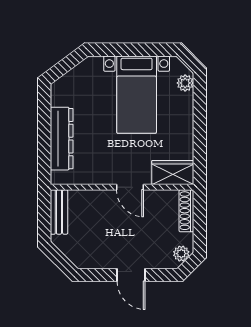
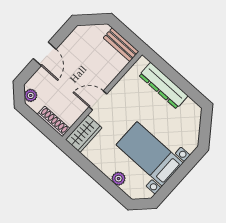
plant: (185, 83) -> (119, 179), moved
door: (131, 275) -> (45, 54), swing flipped

